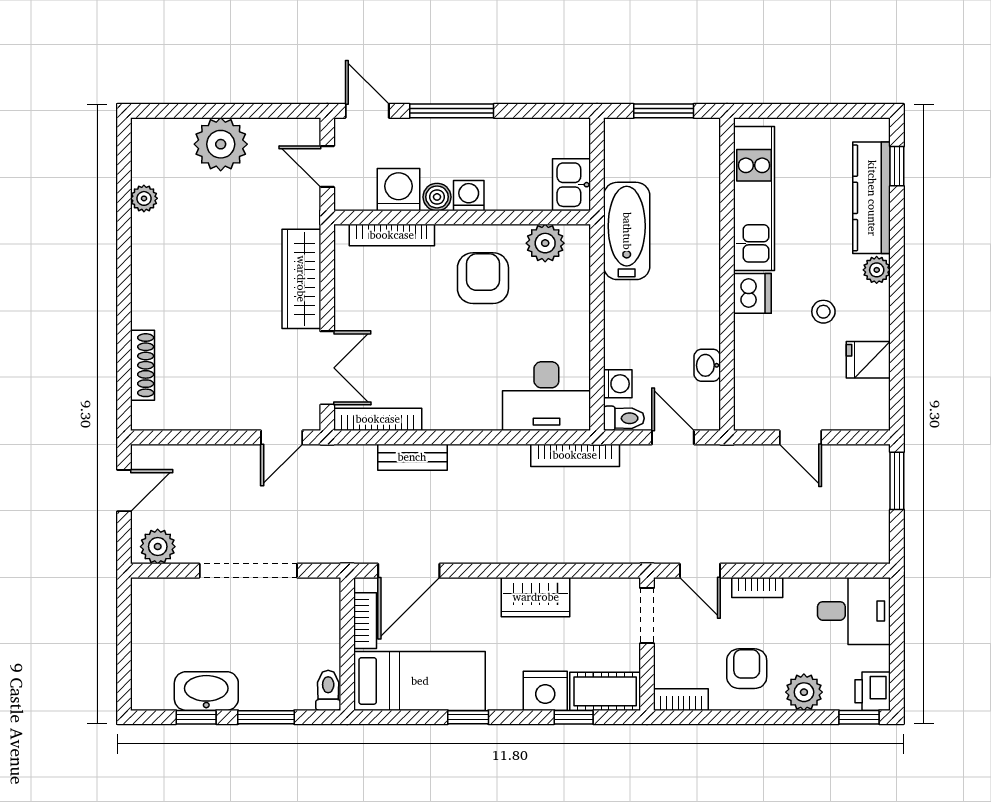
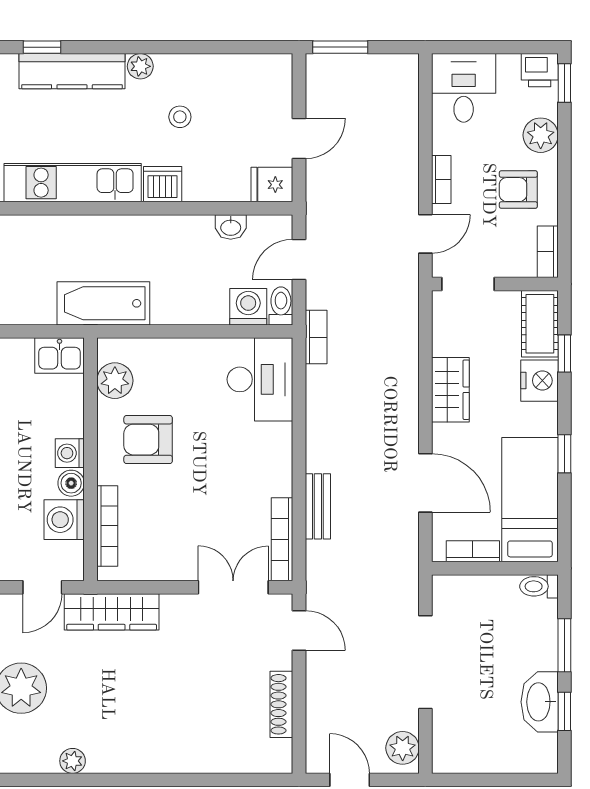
wardrobe: (301, 279) -> (112, 612), moved
fridge: (868, 360) -> (272, 185), moved, turned 90
shoe rack: (143, 365) -> (281, 704), moved, turned -90
washing machine: (618, 384) -> (248, 307), width x1.38, depth x1.38
bookcase: (575, 455) -> (316, 337), width x0.64
door: (409, 571) -> (425, 483), moved

